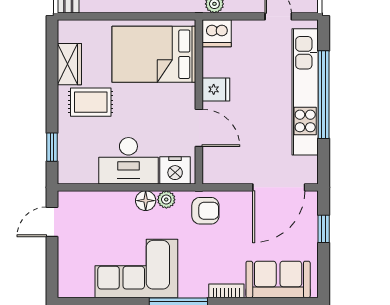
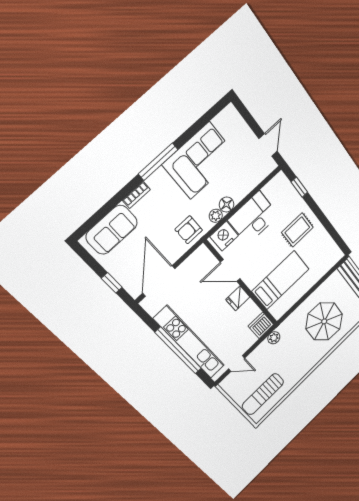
bed: (154, 54) -> (281, 280), width x0.67
wardrobe: (69, 64) -> (323, 239), removed

